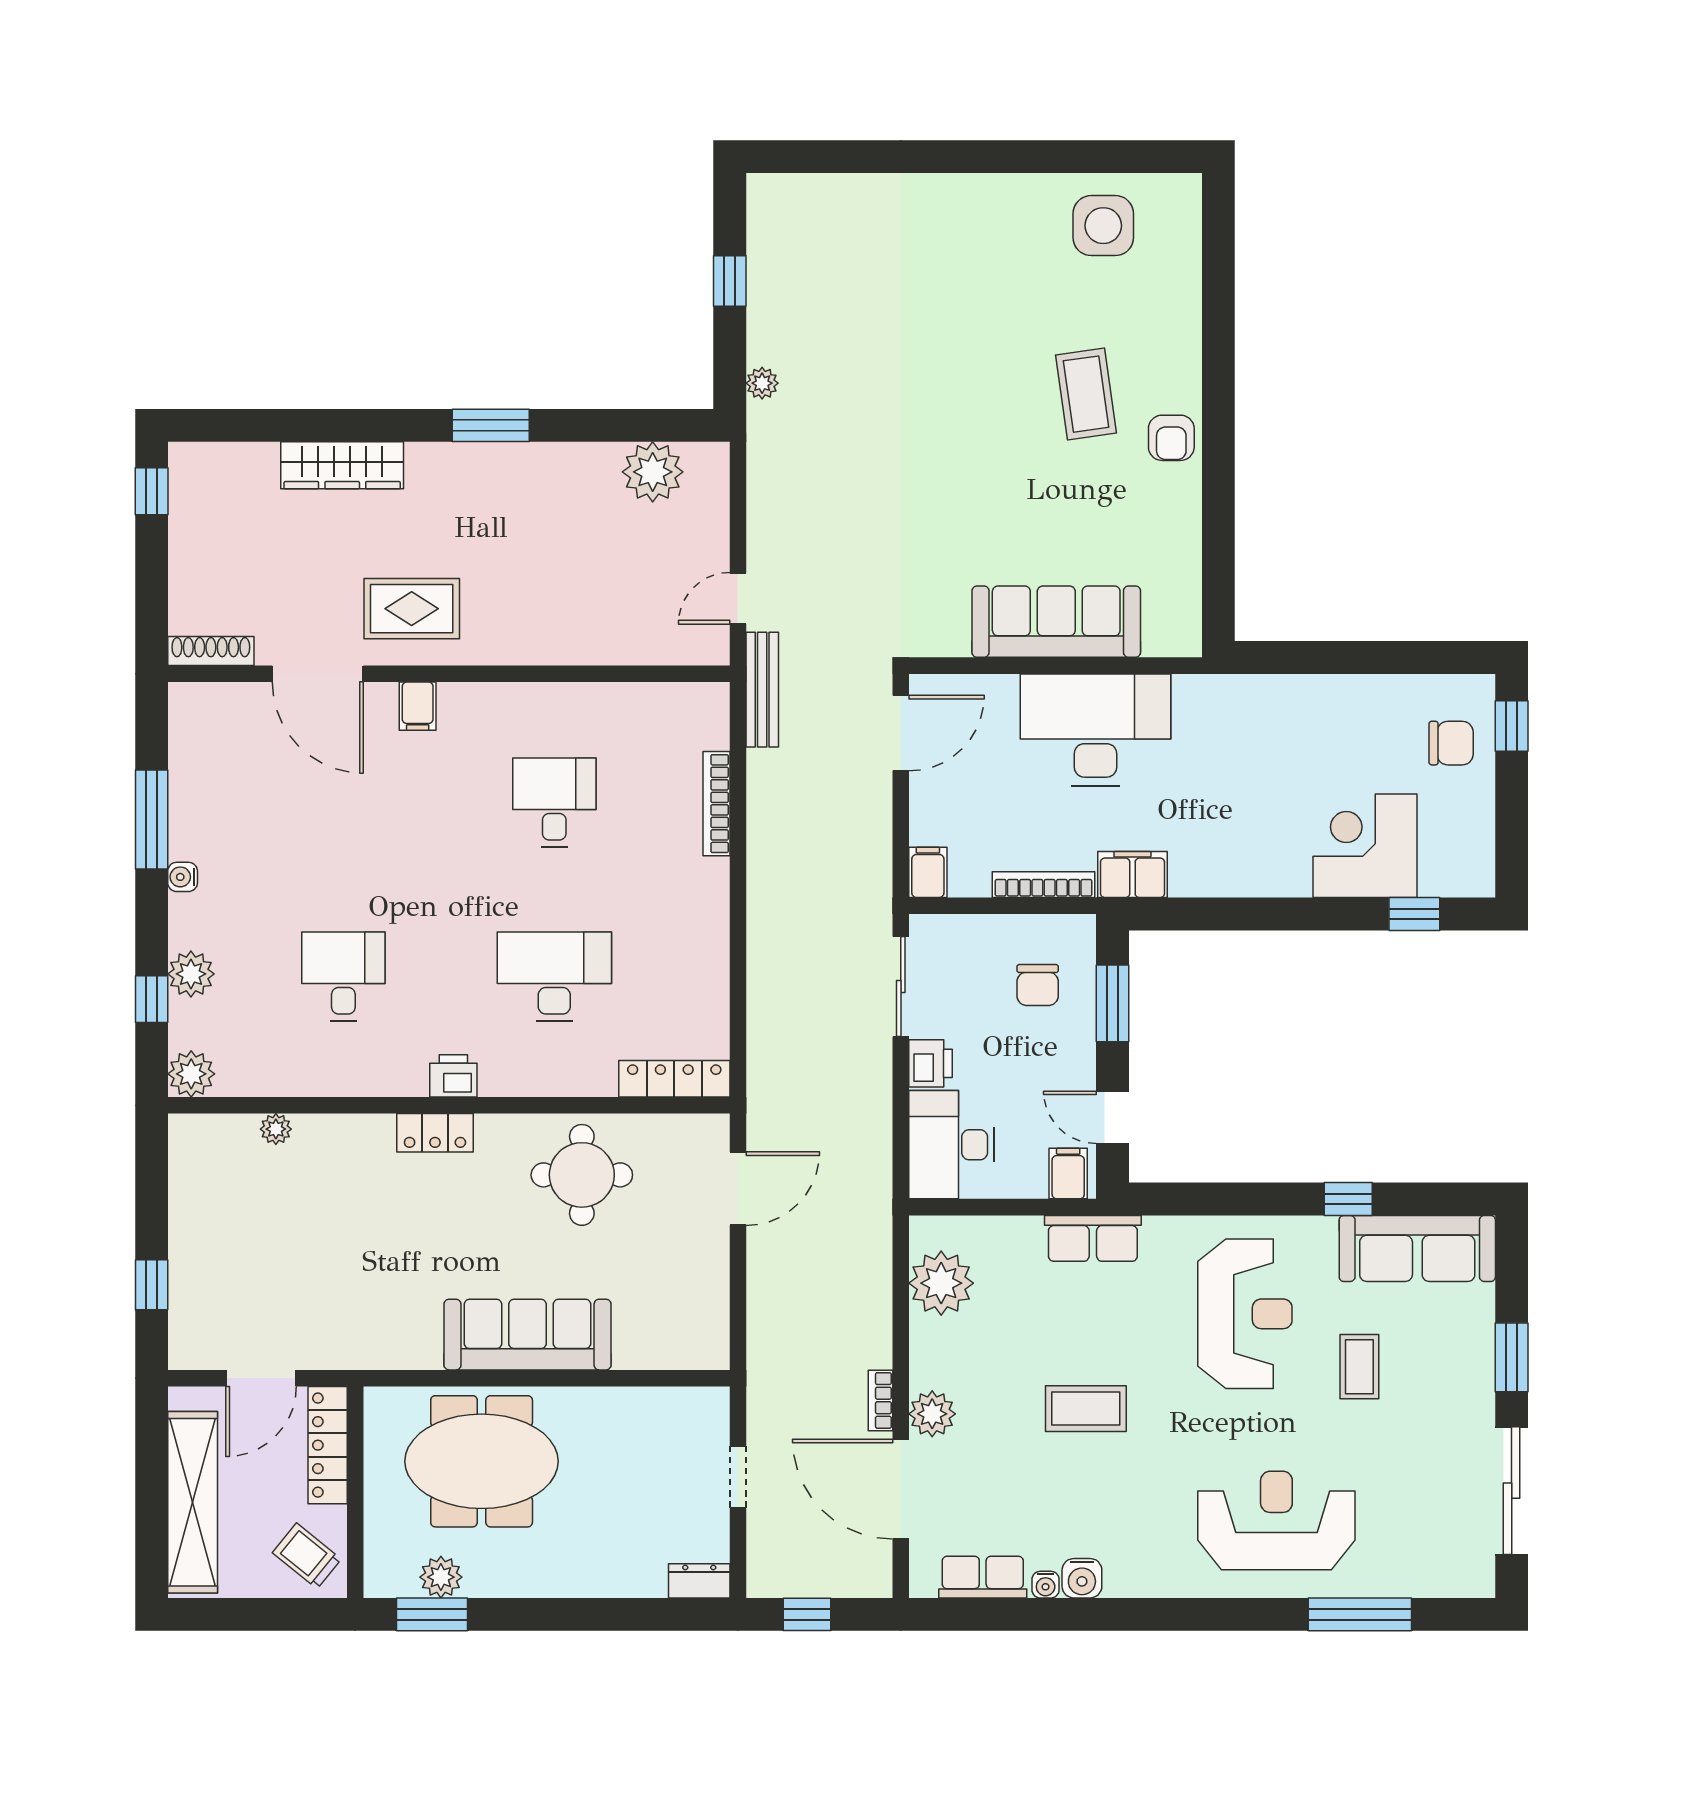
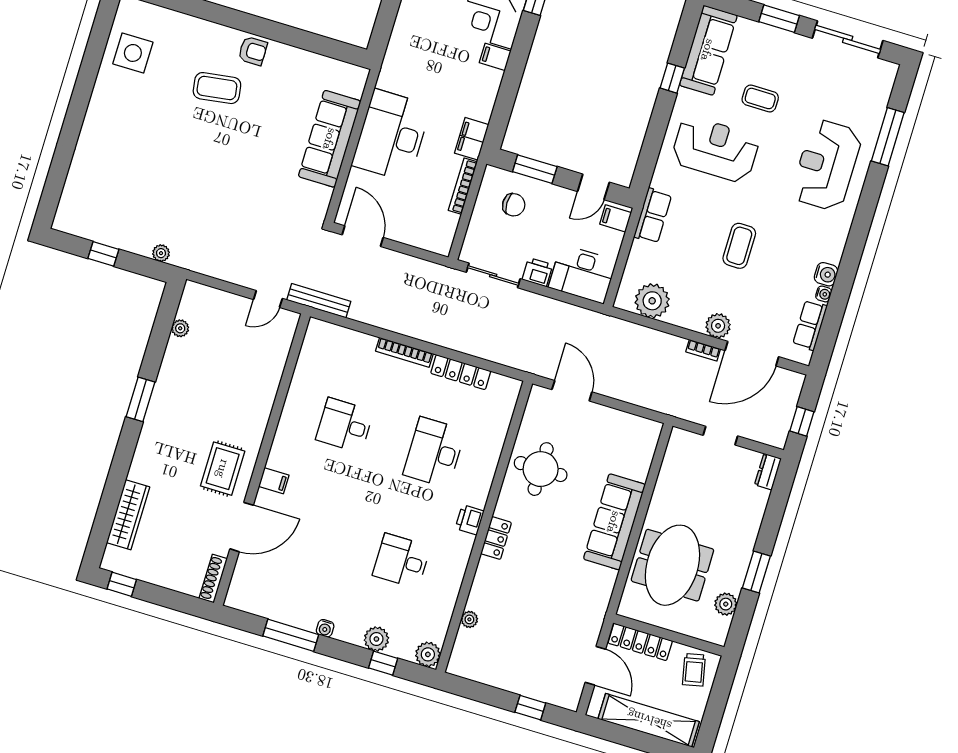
wardrobe: (342, 465) -> (128, 515), moved
plant: (653, 472) -> (180, 328), width x0.53, depth x0.53
door: (738, 598) -> (268, 299), hinge flipped
bookcase: (716, 804) -> (404, 352), moved
filing cabinet: (928, 872) -> (495, 57), moved
locker: (674, 1079) -> (461, 372), moved, turned -90
trolley: (307, 1556) -> (694, 670), turned -51
window: (432, 1614) -> (756, 572), moved

